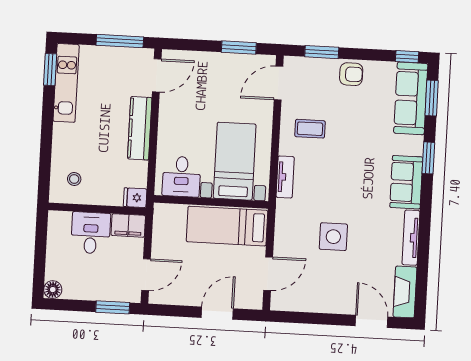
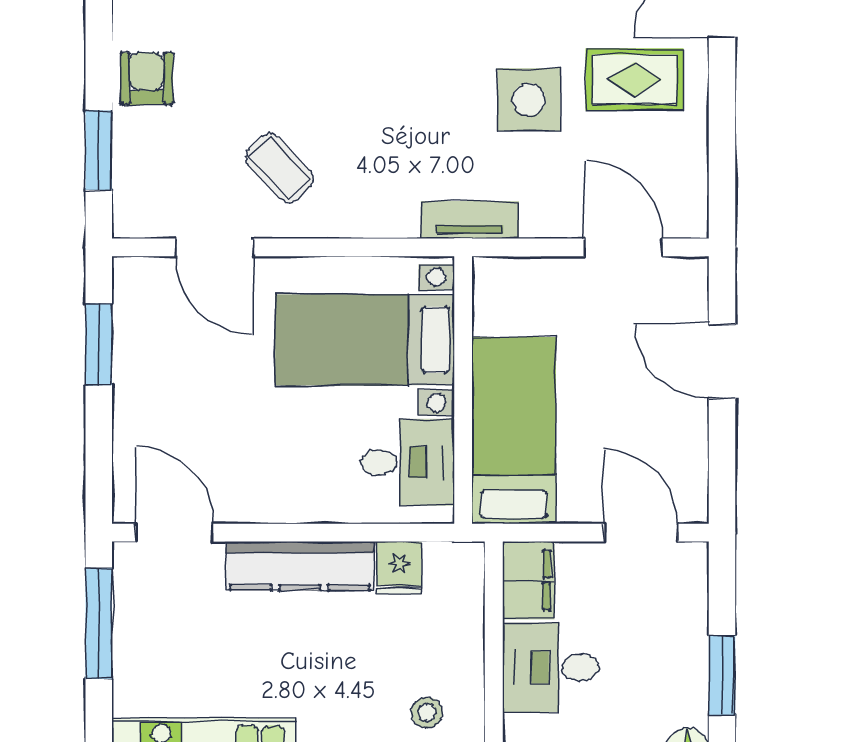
door: (278, 83) -> (215, 247), moved
coffee table: (310, 129) -> (279, 168), turned -43
tv unit: (285, 177) -> (470, 220), moved
fridge: (135, 198) -> (399, 568), moved
bed: (227, 226) -> (514, 431), moved, turned 180
rug: (339, 282) -> (634, 80), added
window: (113, 307) -> (722, 675), moved

